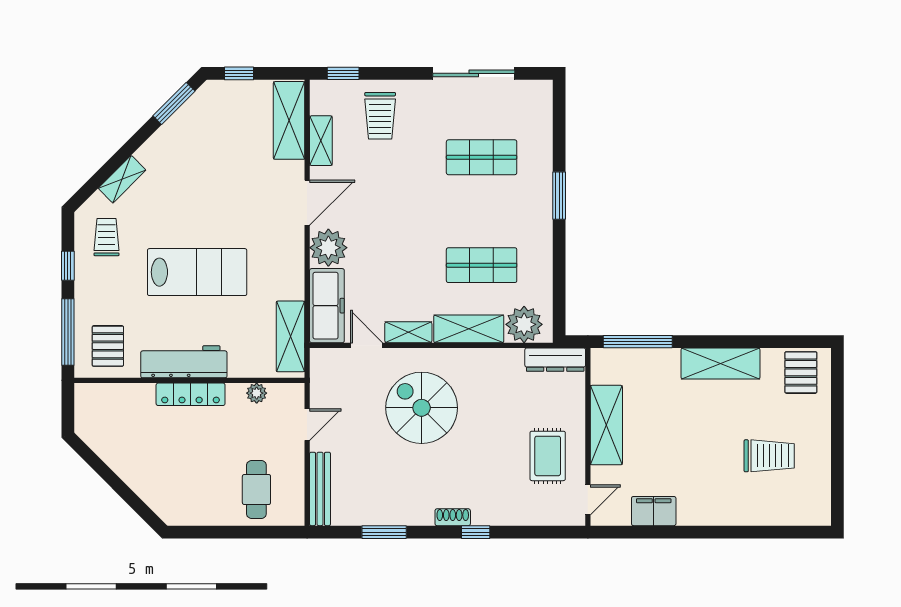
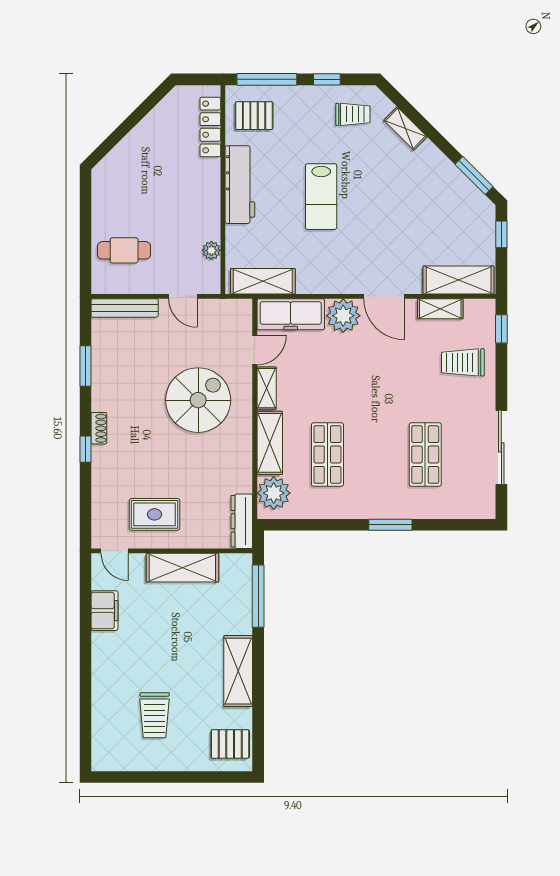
lab bench: (197, 272) -> (321, 197), width x0.73, depth x0.72
locker: (191, 394) -> (210, 127), moved

